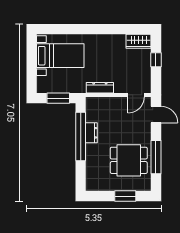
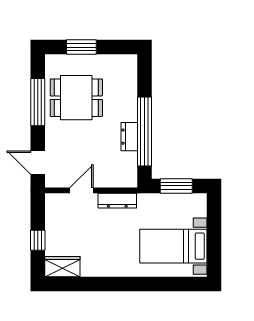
door: (136, 95) -> (82, 190), moved

